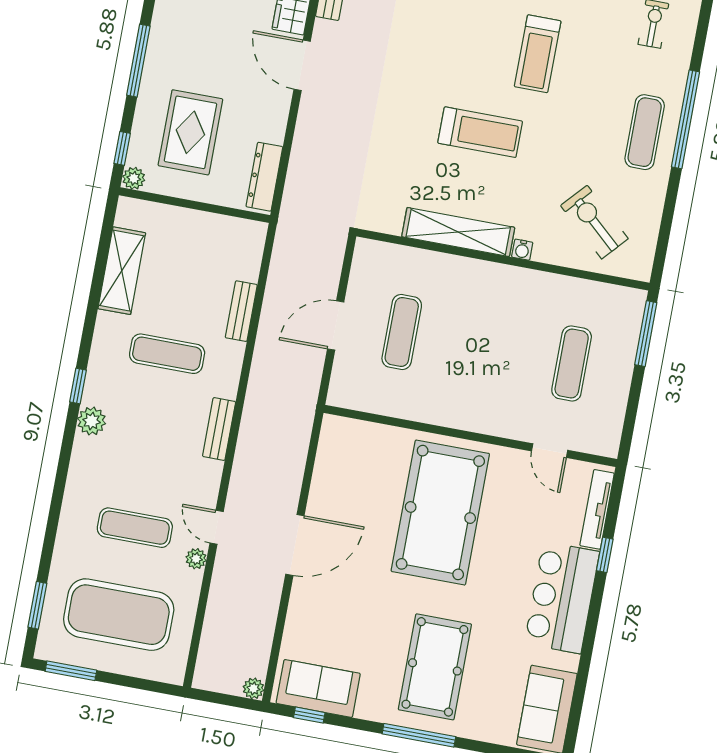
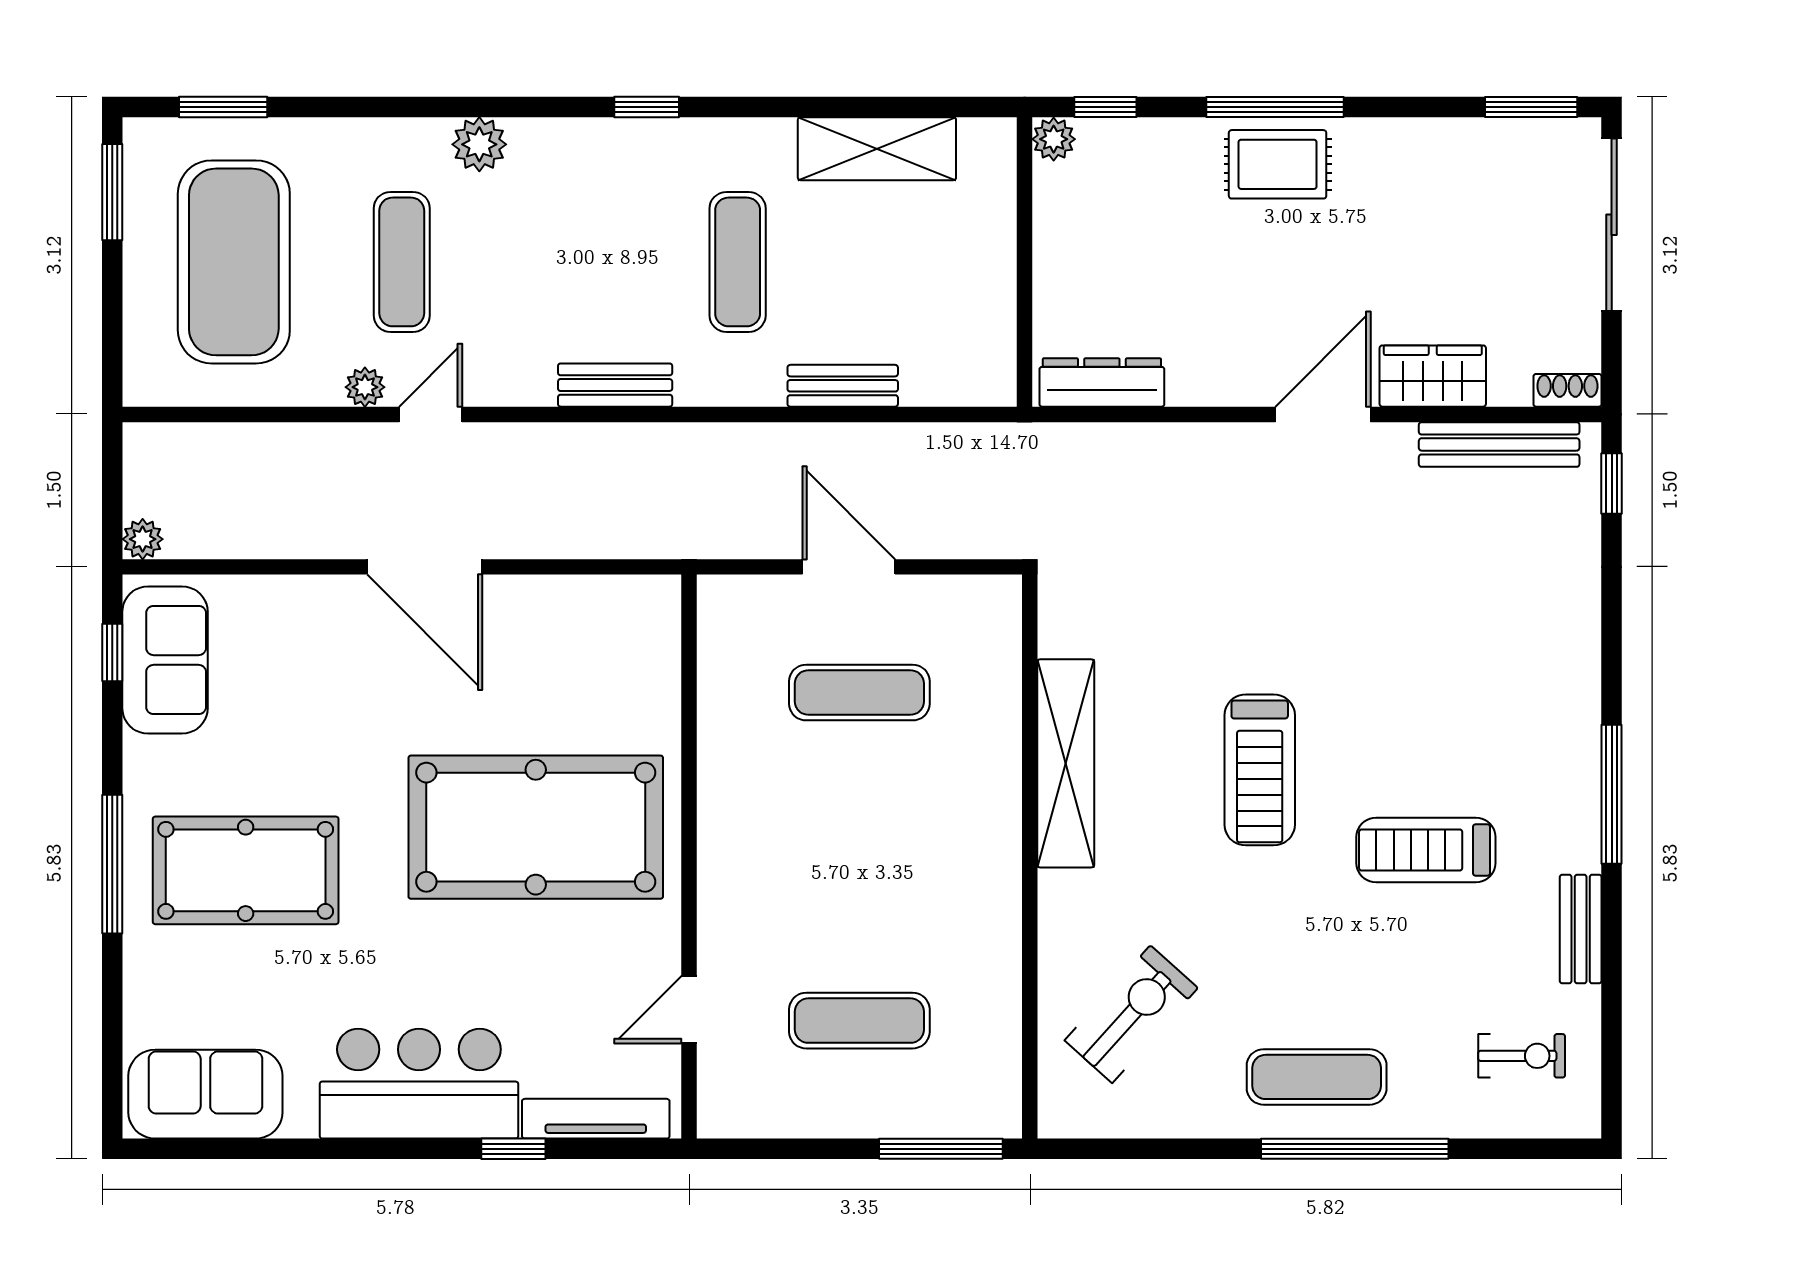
rug: (190, 132) -> (1278, 164), moved, width x0.73, depth x0.70
water cooler: (522, 250) -> (1055, 889), removed
plant: (92, 421) -> (479, 144), moved

